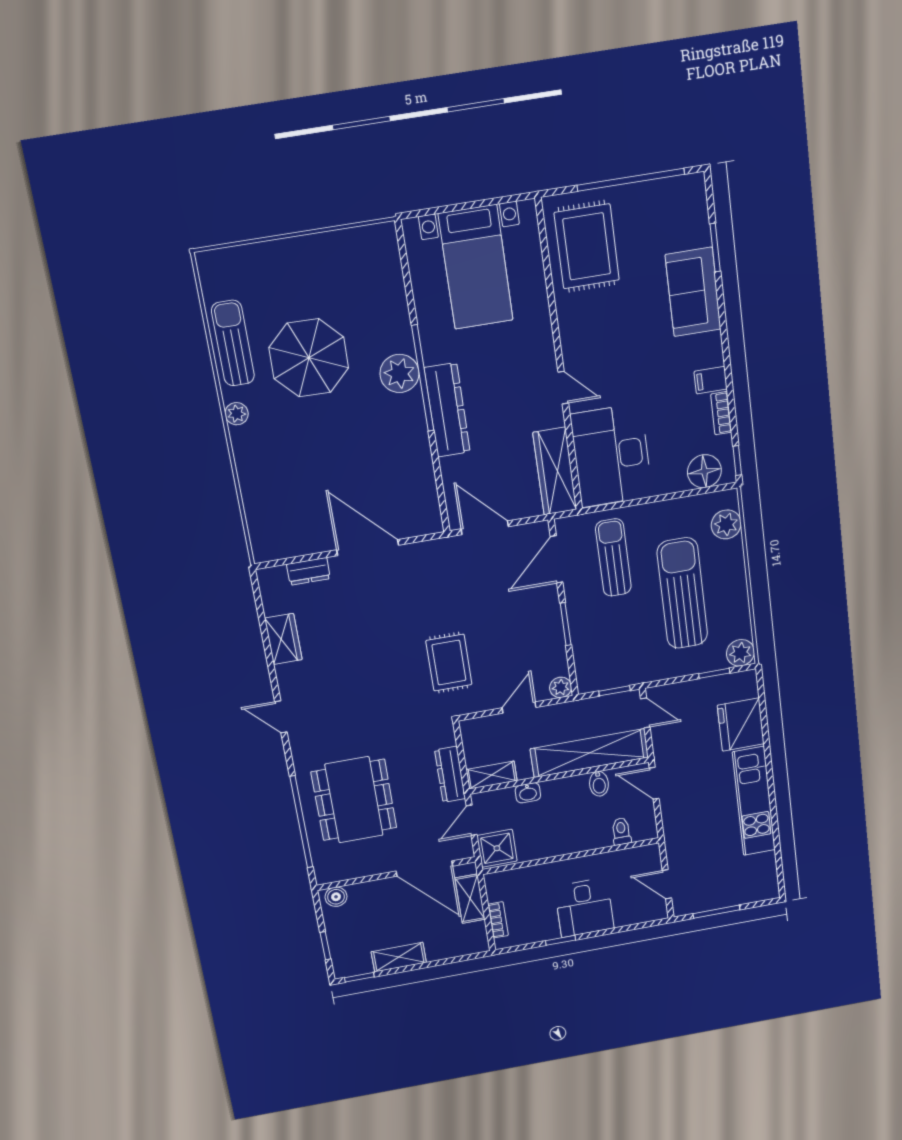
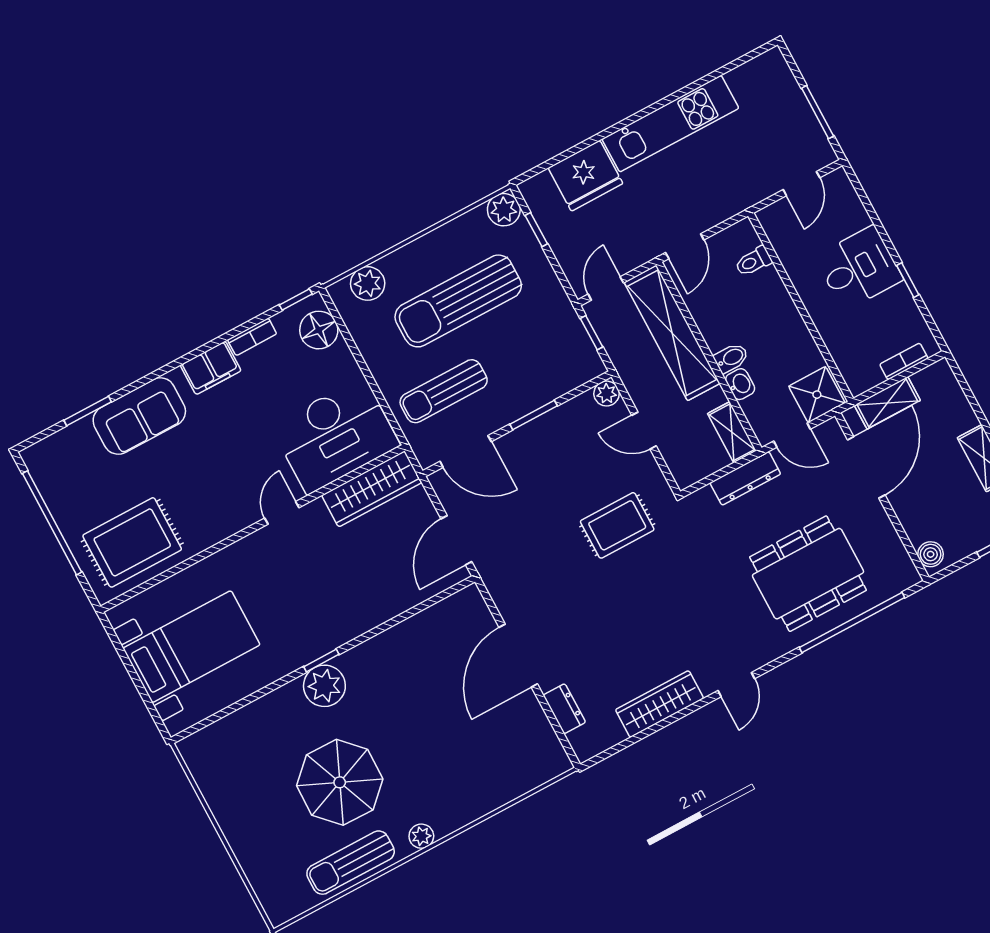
window: (423, 378) -> (321, 661), width x0.32
filing cabinet: (711, 380) -> (211, 368), width x2.00
dresser: (447, 410) -> (345, 624), removed
wardrobe: (283, 639) -> (660, 704), width x1.50
bidet: (599, 784) -> (731, 358), moved

